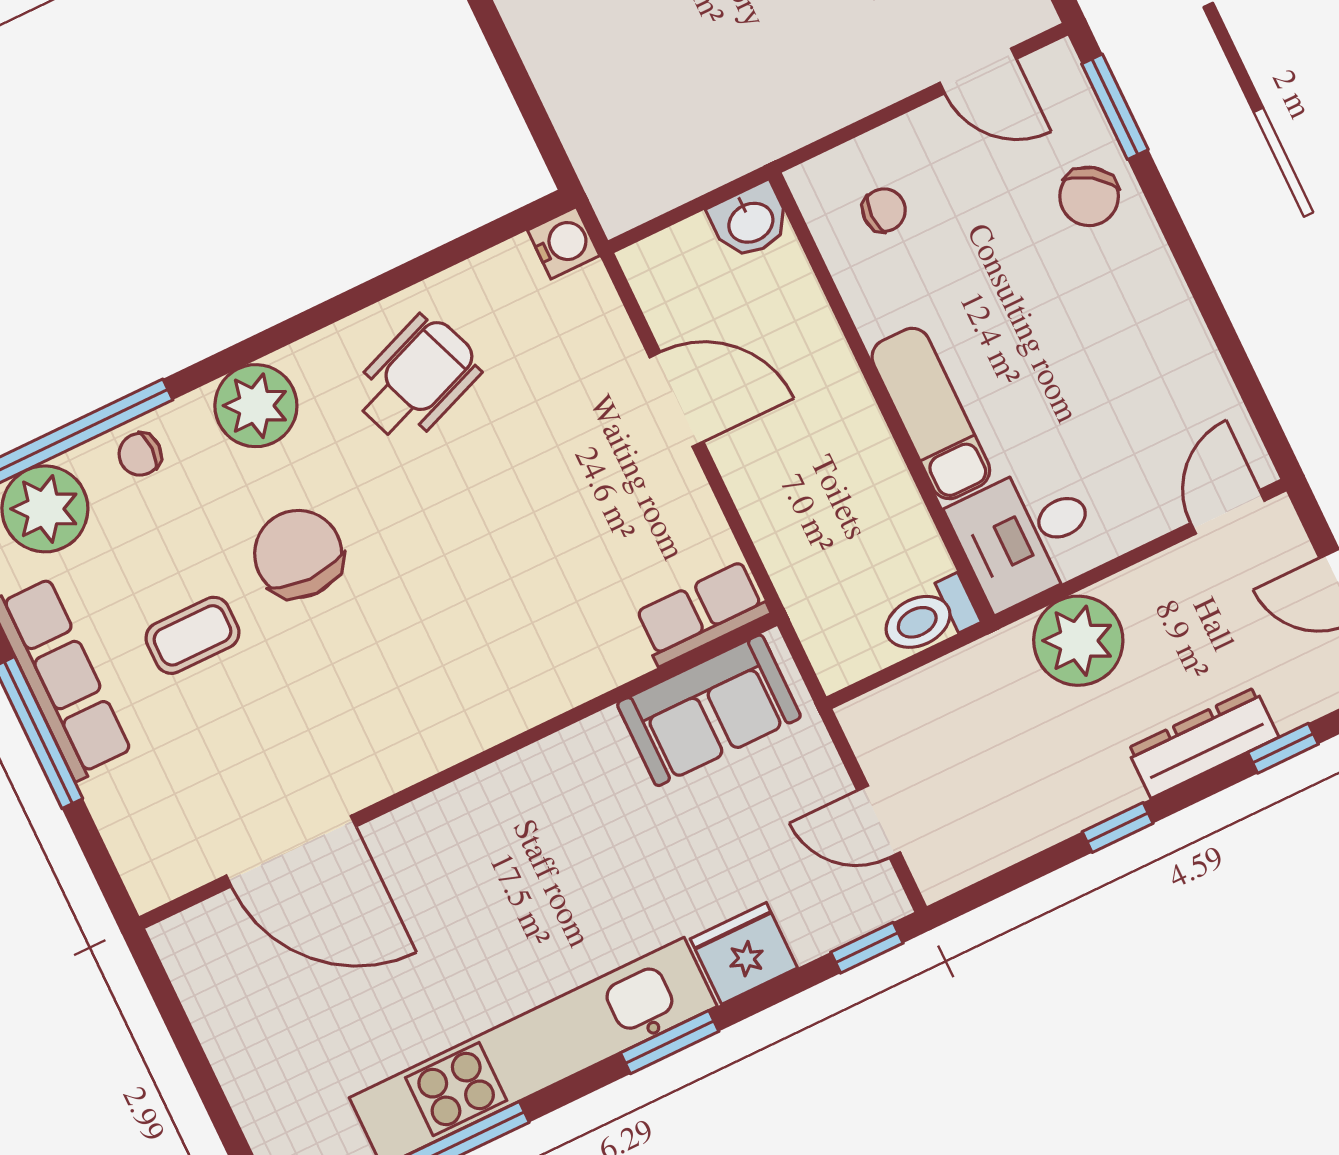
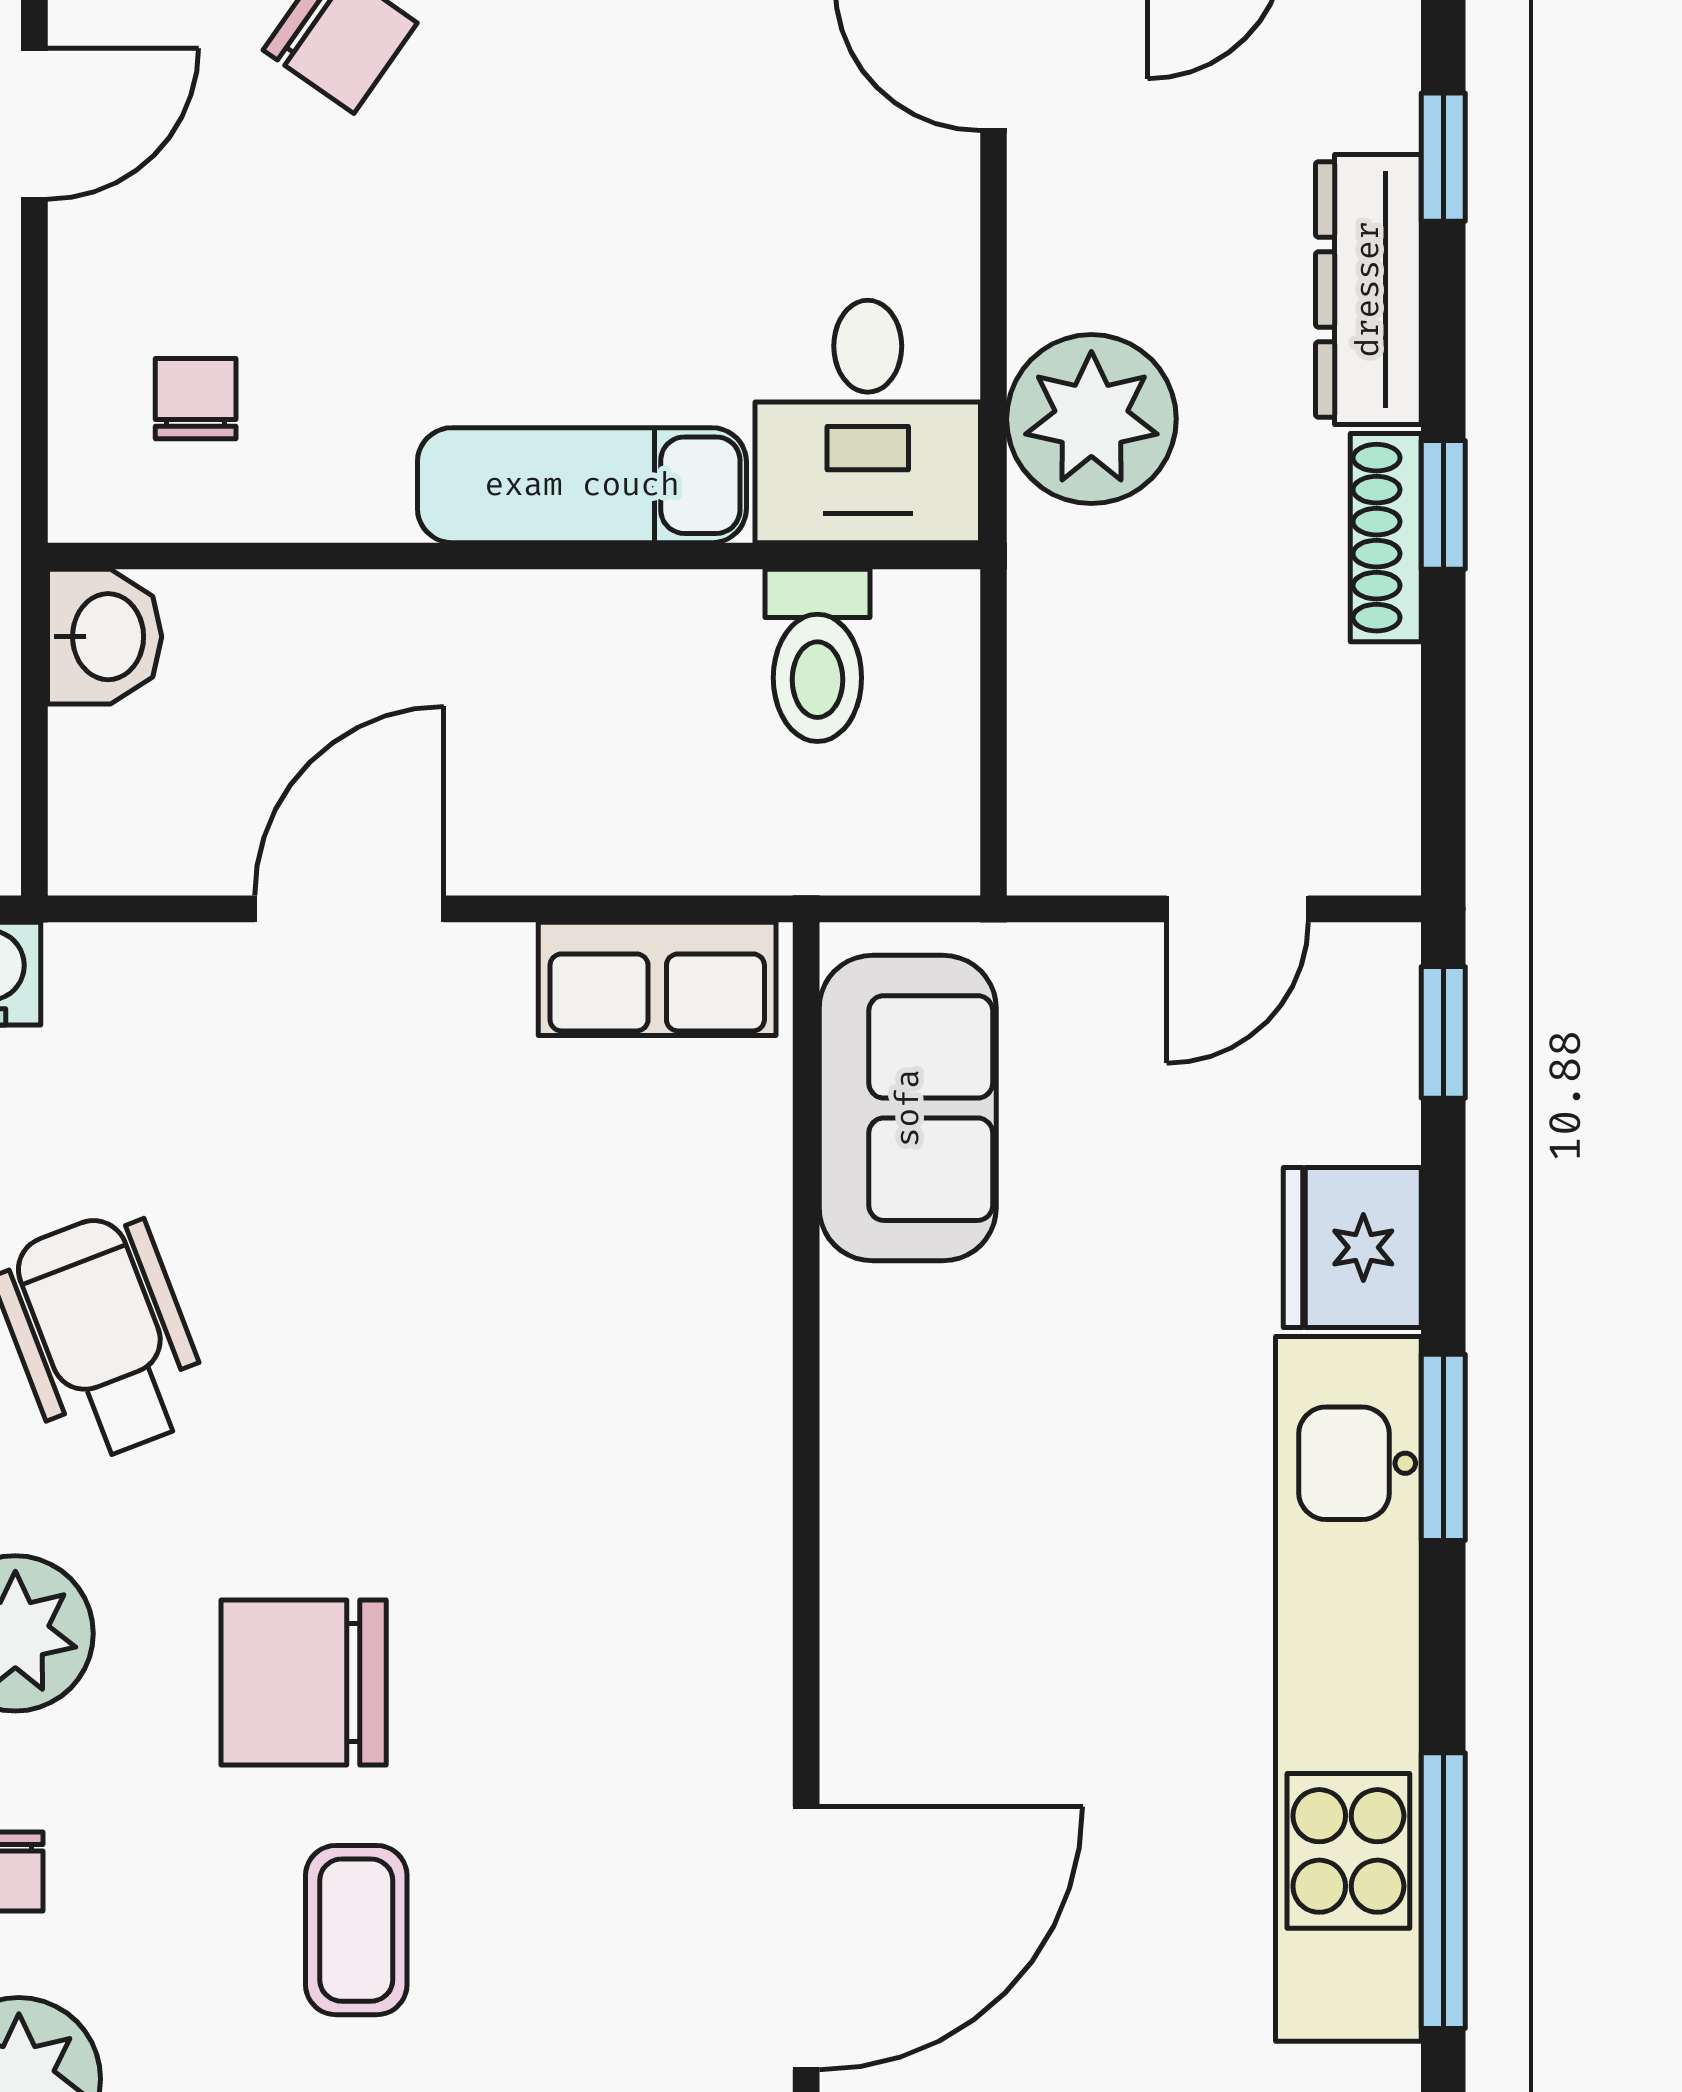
row of seats: (702, 613) -> (657, 979), moved, turned -90
toilet: (929, 617) -> (817, 655), moved
shoe rack: (1089, 808) -> (1386, 538), added

